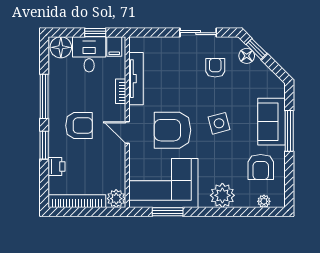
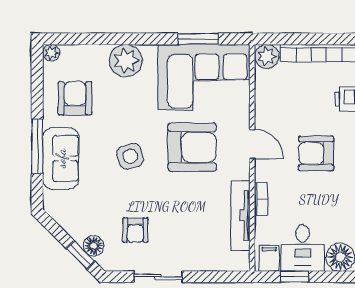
plant: (264, 201) -> (51, 53), moved

